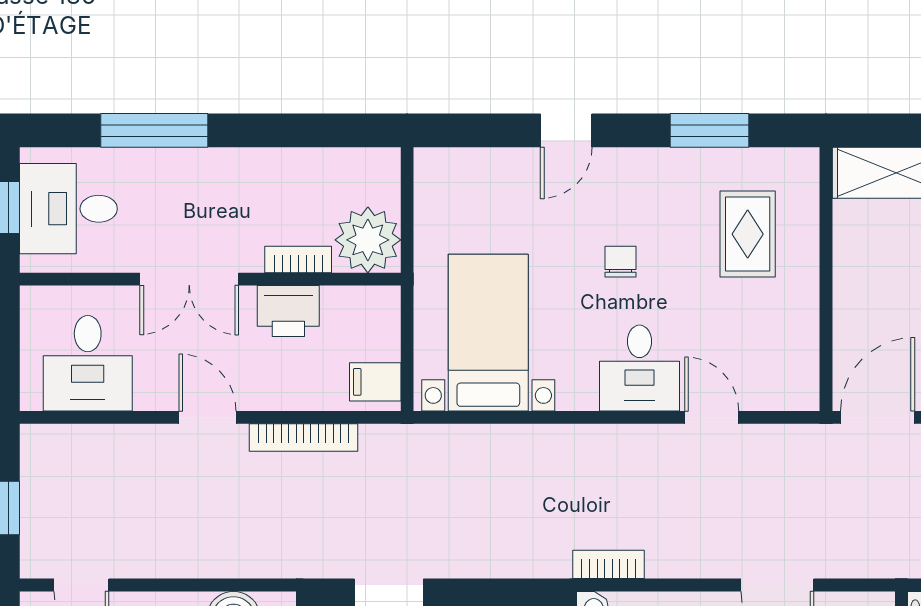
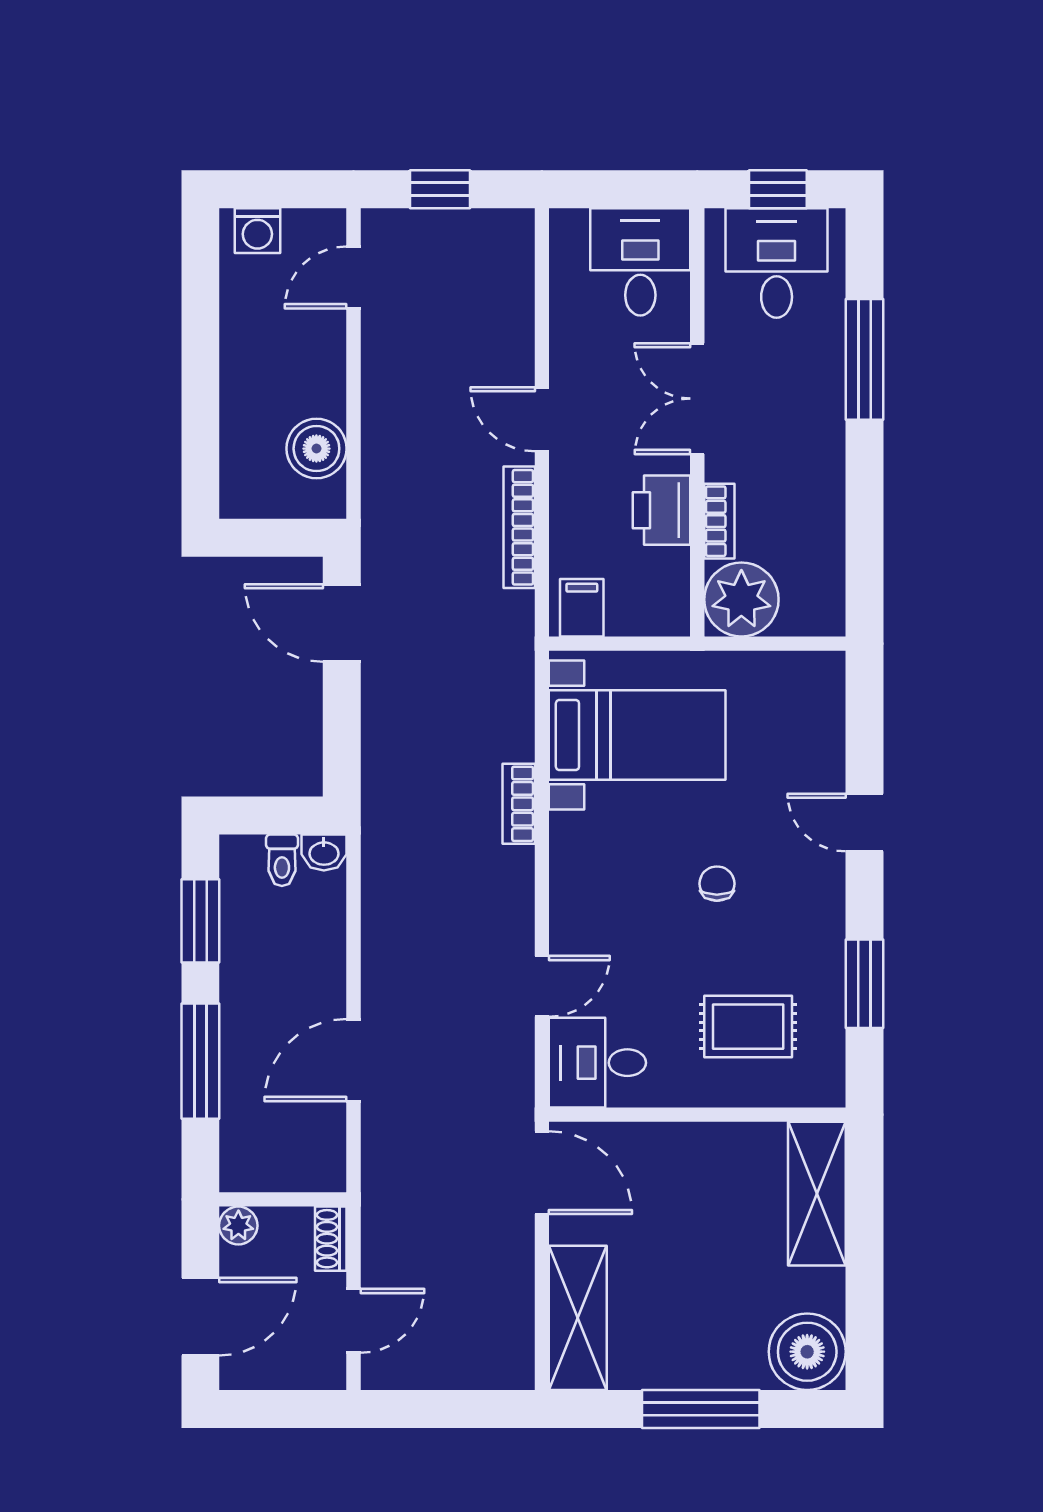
chair: (620, 262) -> (717, 884), turned -90
desk: (88, 363) -> (640, 262), moved, turned 90
desk: (639, 368) -> (597, 1063), moved
door: (207, 417) -> (542, 419), swing flipped
bookcase: (608, 564) -> (519, 804), moved, turned 180

